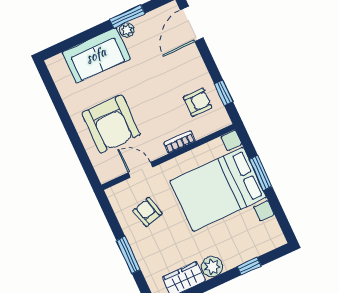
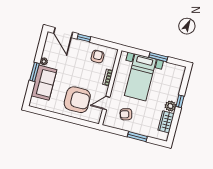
window: (127, 17) -> (35, 72), moved
window: (224, 93) -> (84, 38), moved
window: (261, 173) -> (158, 57), moved
bed with nightstands: (218, 189) -> (140, 77), width x0.73
window: (249, 266) -> (180, 101), moved

